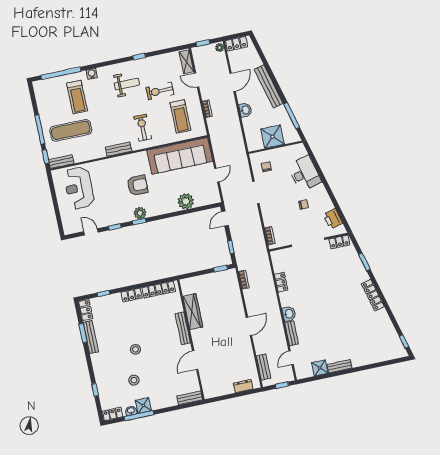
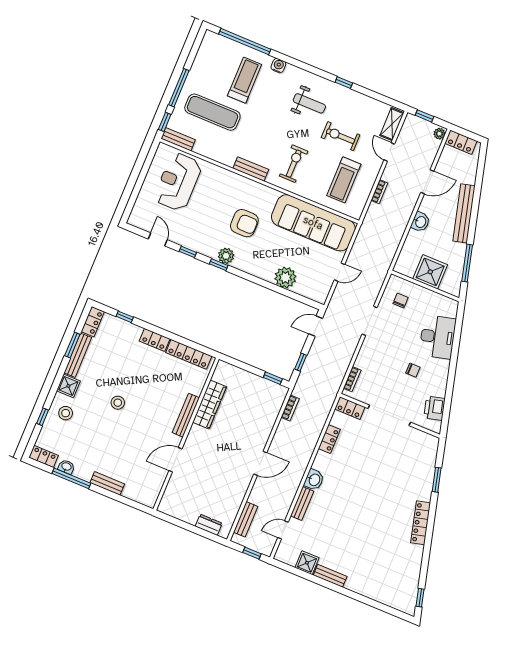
treadmill: (77, 97) -> (245, 80), turned 180
locker: (339, 242) -> (350, 408), moved
stool: (134, 380) -> (66, 413), moved
bench: (190, 398) -> (107, 483), moved
shower: (143, 405) -> (68, 386), moved

